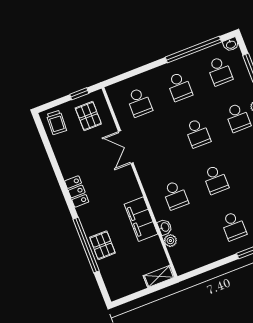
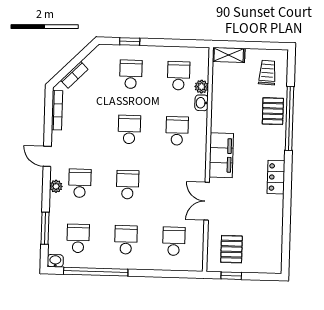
trolley: (56, 122) -> (267, 72), moved
double door: (126, 147) -> (207, 201), swing flipped
filing cabinet: (141, 219) -> (221, 155), moved
school desk: (193, 242) -> (179, 76), added

